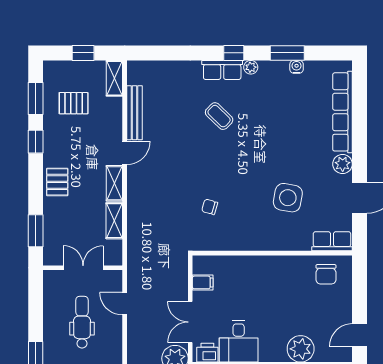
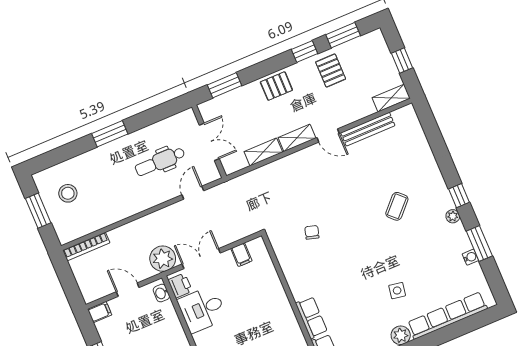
row of seats: (222, 70) -> (311, 318), moved, turned 180
pallet: (74, 103) -> (331, 70), moved
side table: (288, 198) -> (397, 291), moved, width x0.54, depth x0.54
dental chair: (82, 322) -> (160, 161), turned 180

